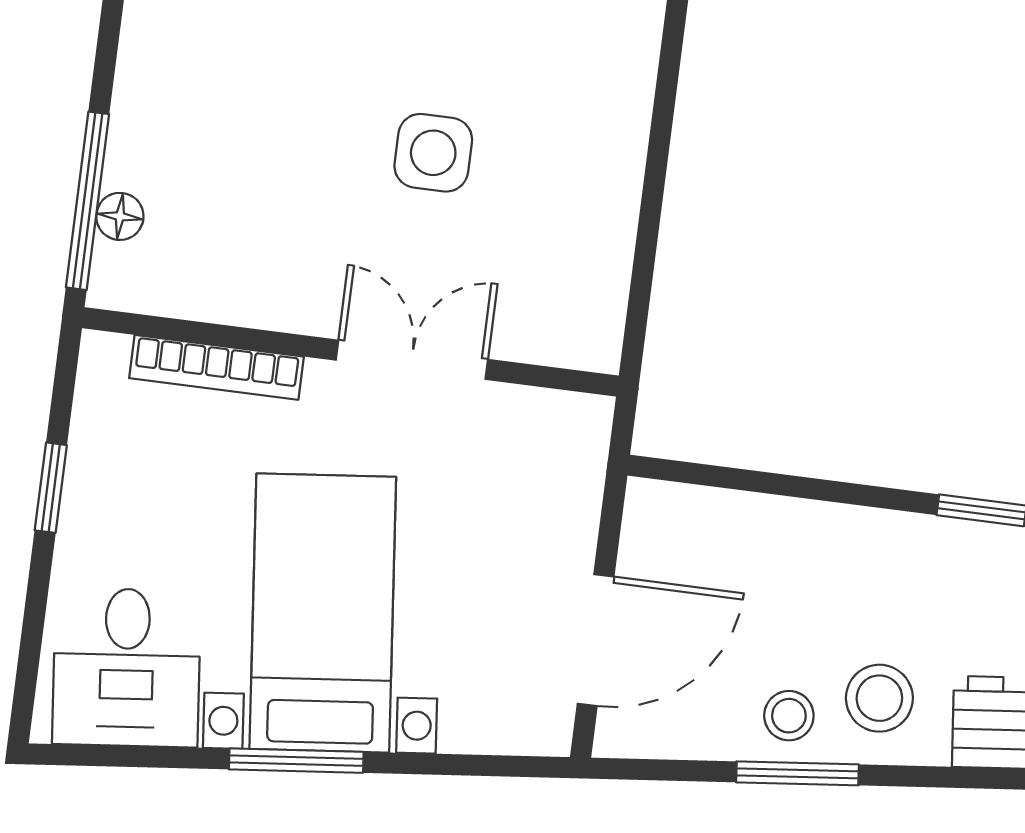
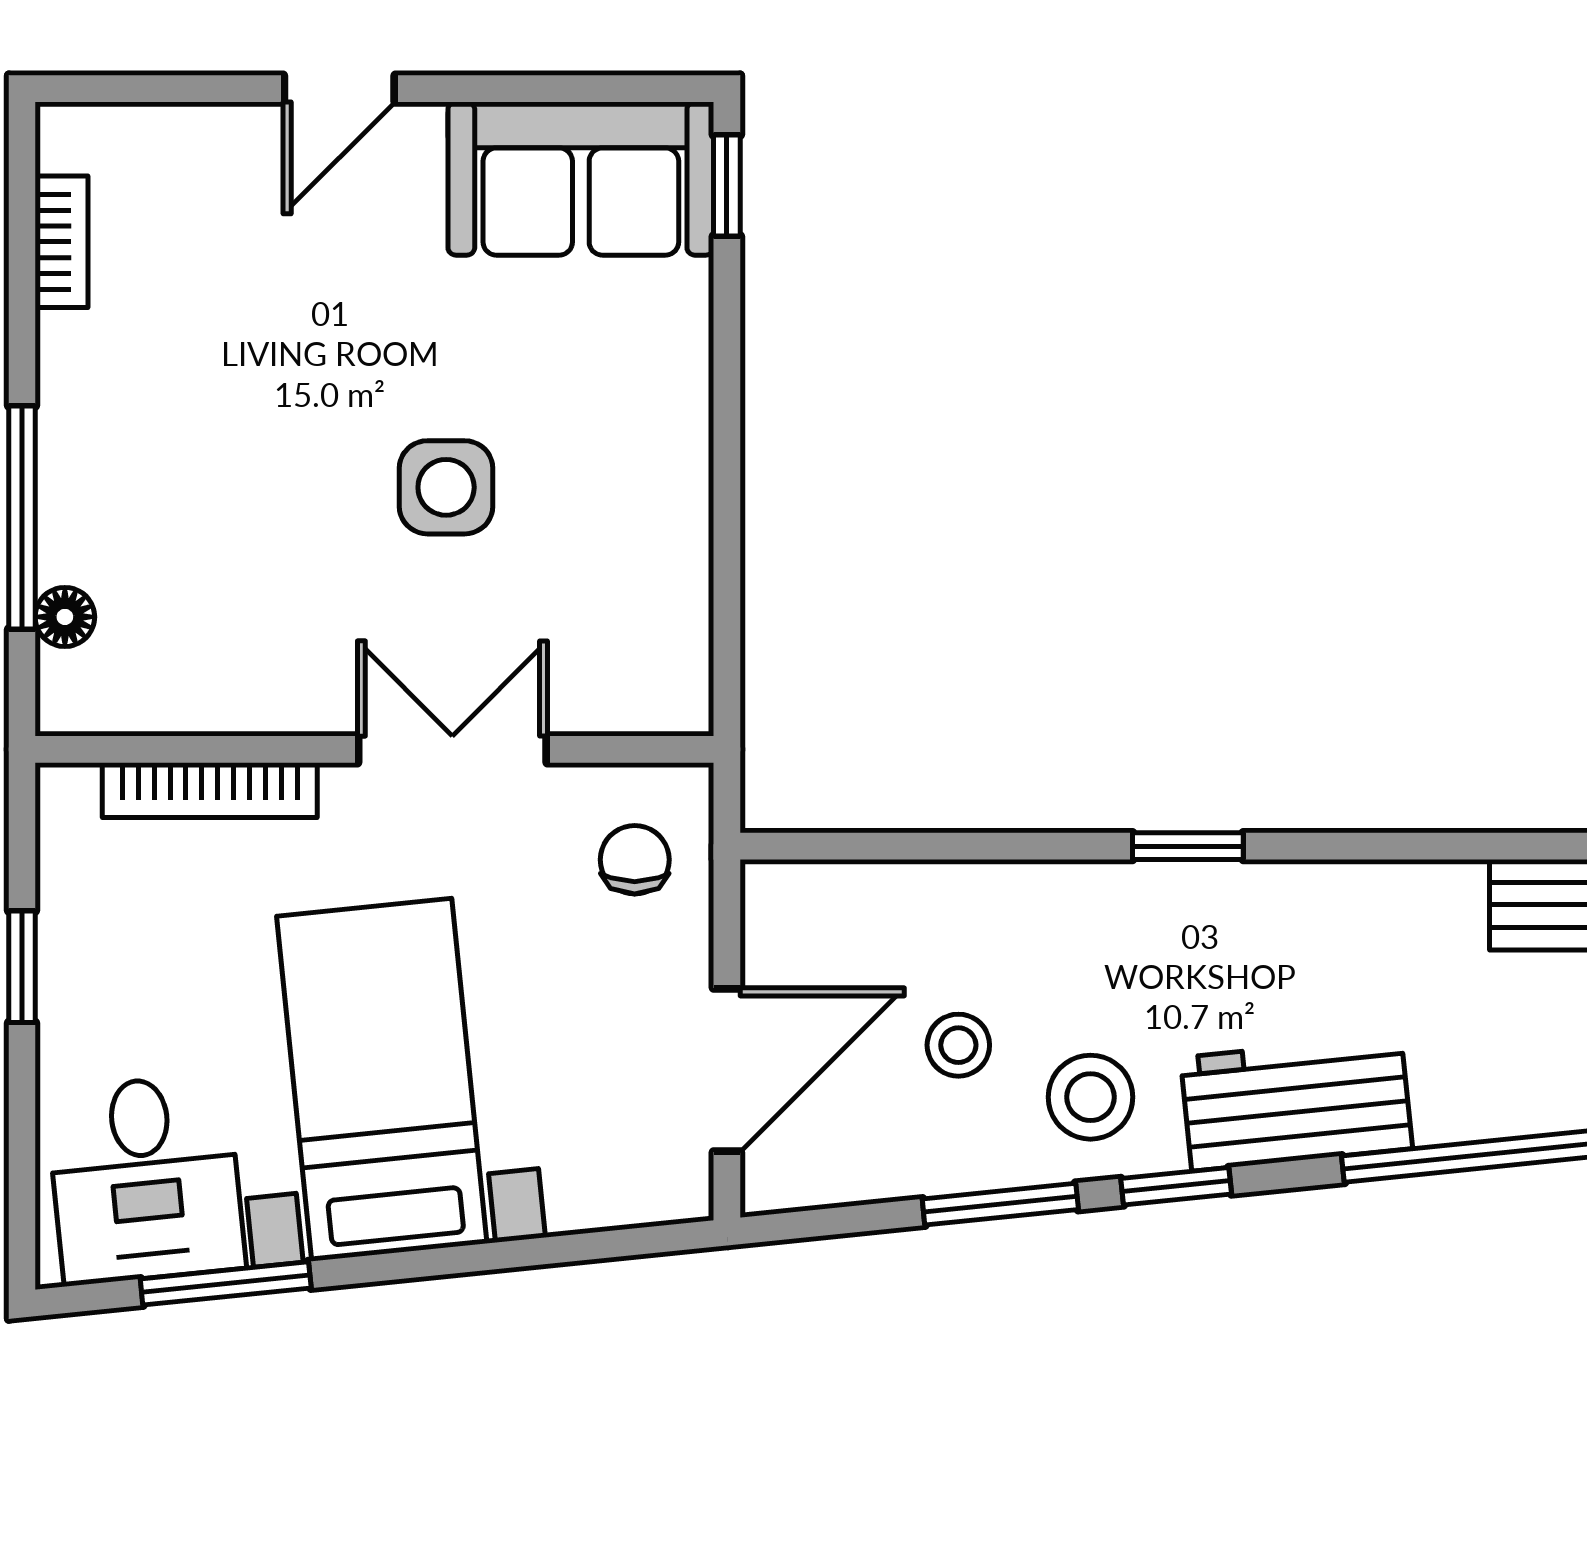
window: (88, 201) -> (22, 517), moved
chair: (544, 465) -> (635, 860), added
stool: (789, 716) -> (958, 1045), moved
window: (296, 761) -> (226, 1283), moved
window: (938, 777) -> (1176, 1186), added

